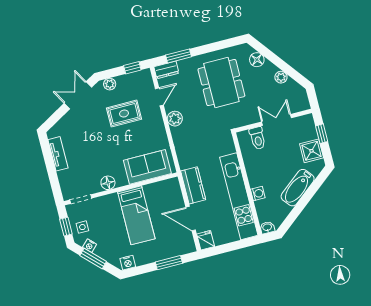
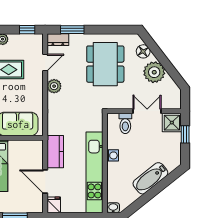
plant: (281, 77) -> (154, 72), width x1.88, depth x1.88
shower: (312, 151) -> (172, 123), moved
washing machine: (258, 194) -> (113, 155), moved

